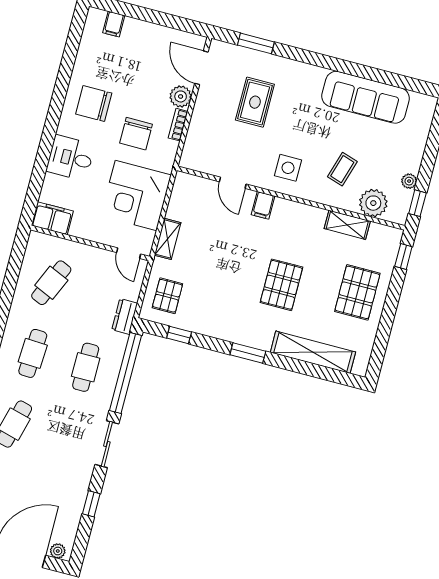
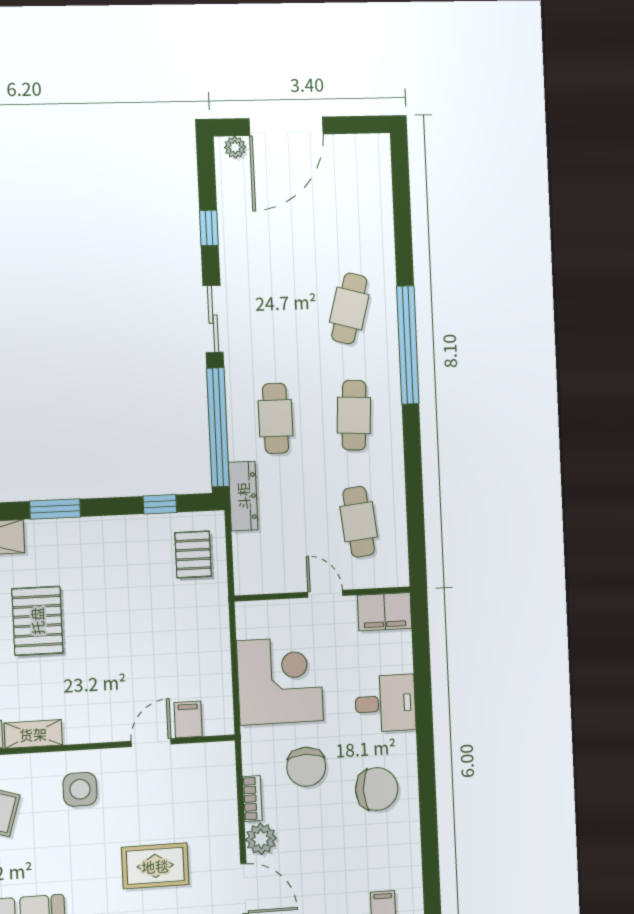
rug: (255, 102) -> (155, 866), turned 90
chair: (136, 134) -> (306, 767), turned 180
door: (233, 183) -> (151, 743), hinge flipped
filing cabinet: (263, 205) -> (188, 719), moved
shelving: (168, 239) -> (33, 734), moved, turned 90
door: (129, 253) -> (325, 594), moved
cafe table: (51, 283) -> (359, 522), turned -30
dresser: (125, 316) -> (243, 496), width x1.44

